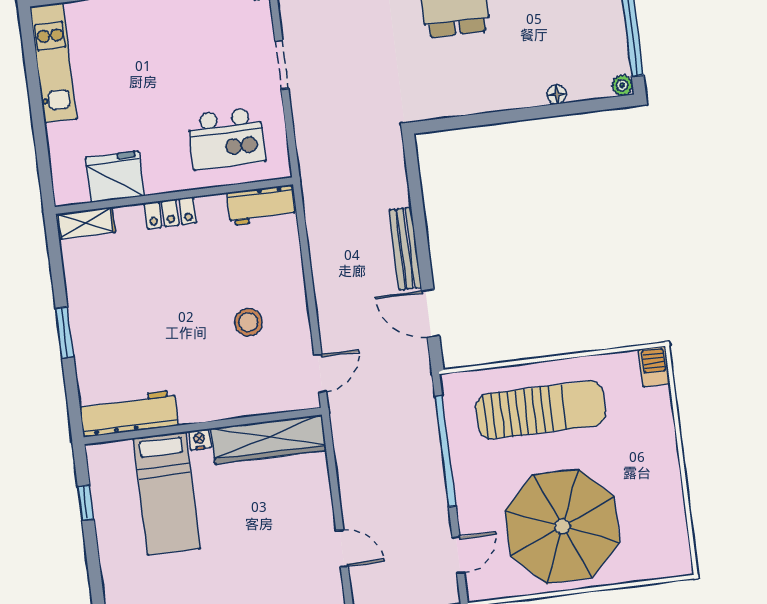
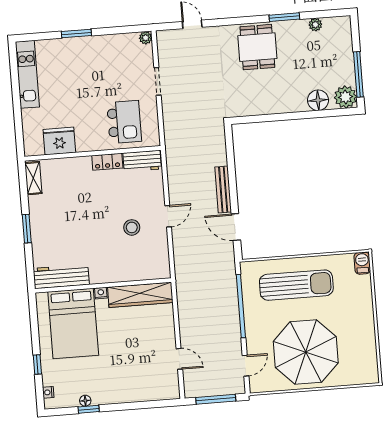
plant: (622, 85) -> (345, 97), width x1.88, depth x1.88
floor lamp: (557, 94) -> (318, 100), width x1.89, depth x1.89
kitchen island: (227, 138) -> (124, 122), turned -90
locker: (170, 213) -> (107, 162), moved
shelving: (85, 223) -> (33, 178), moved, turned 90
door: (320, 373) -> (168, 216), moved
bed: (167, 493) -> (73, 324), width x1.50
window: (86, 503) -> (37, 365), moved

